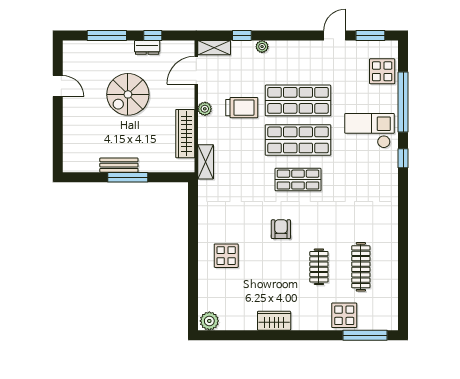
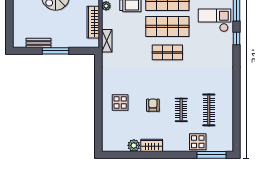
bench: (119, 165) -> (38, 43), moved
armchair: (281, 229) -> (153, 105), moved
plant: (209, 321) -> (134, 145), moved

